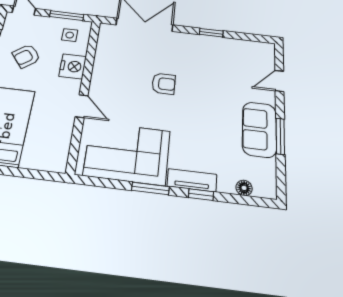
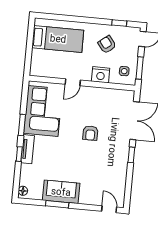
window: (211, 33) -> (131, 155), moved
door: (279, 81) -> (109, 209), moved
floor lamp: (244, 188) -> (23, 191), moved

